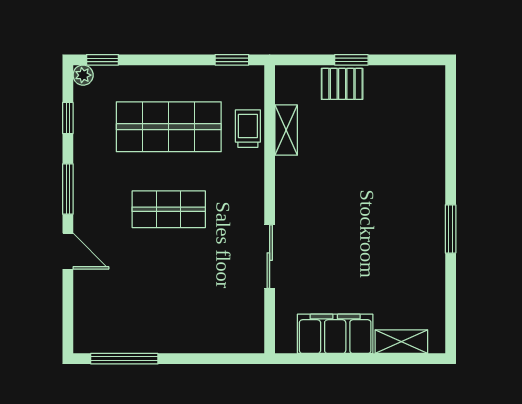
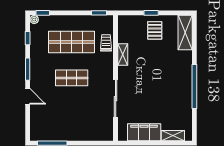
pallet: (342, 84) -> (155, 30), moved, turned 90
shelving: (429, 105) -> (185, 33), added
shelving: (286, 130) -> (123, 54), moved
window: (451, 229) -> (194, 87), width x2.11
sliding door: (270, 257) -> (116, 99), width x1.37

